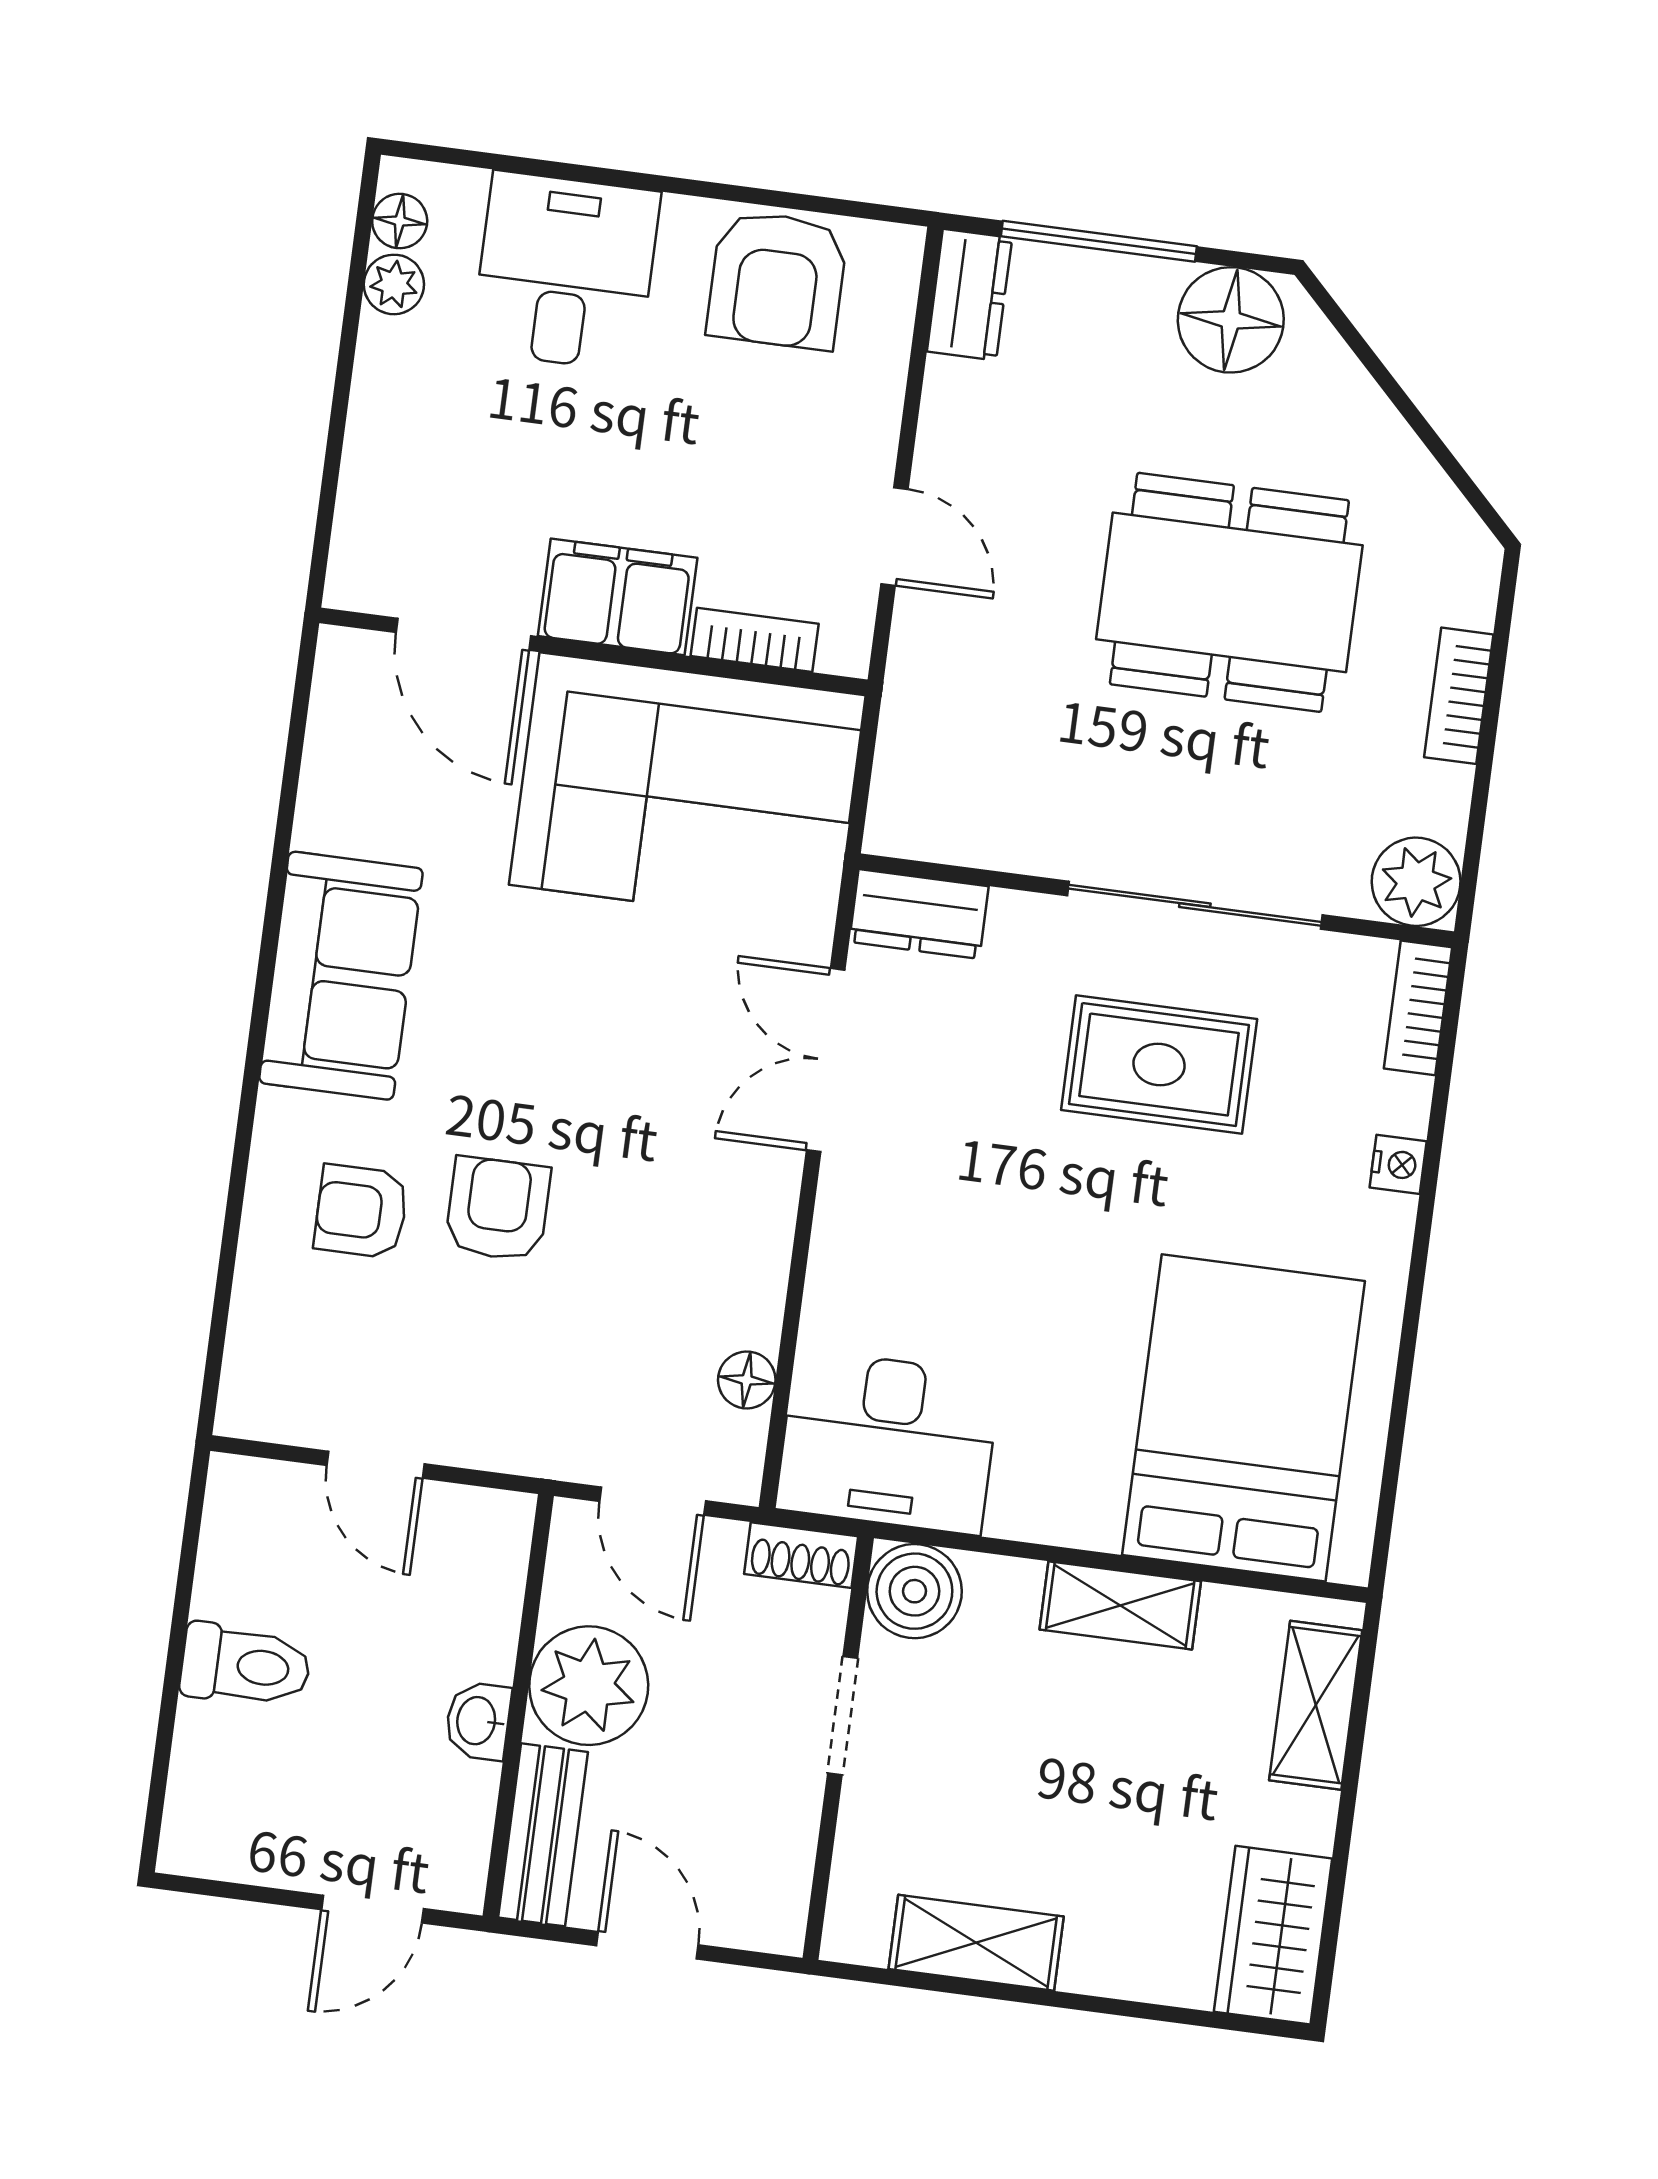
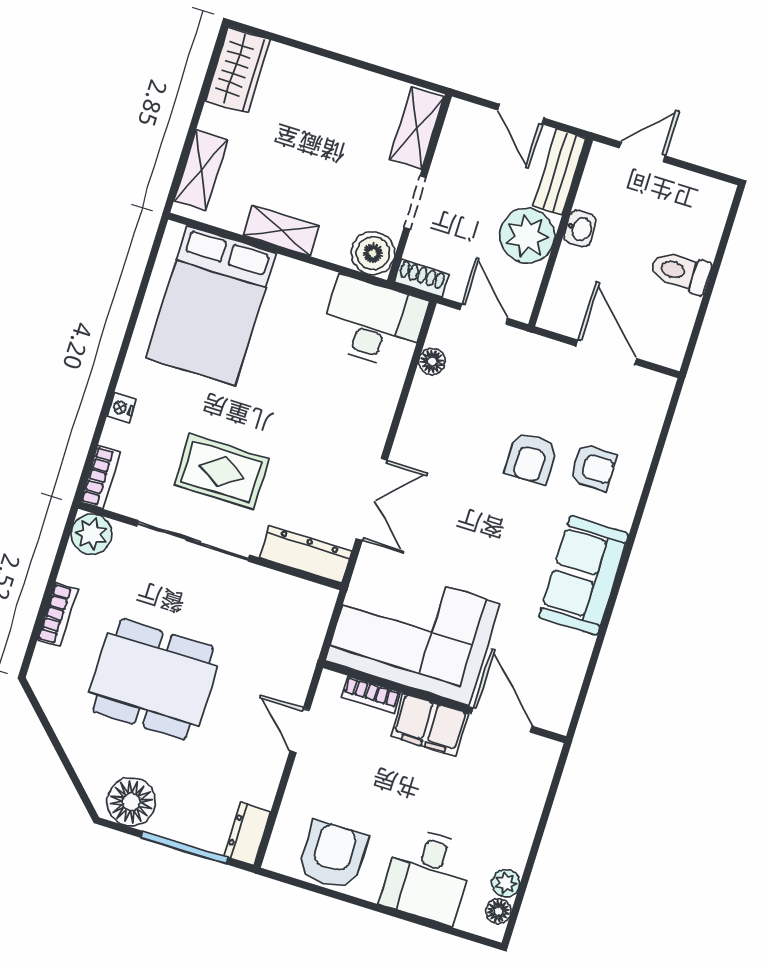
dresser: (919, 914) -> (306, 554), width x1.44
door: (376, 1465) -> (606, 352), width x1.38
shelving: (976, 1943) -> (416, 128), moved, turned 90

